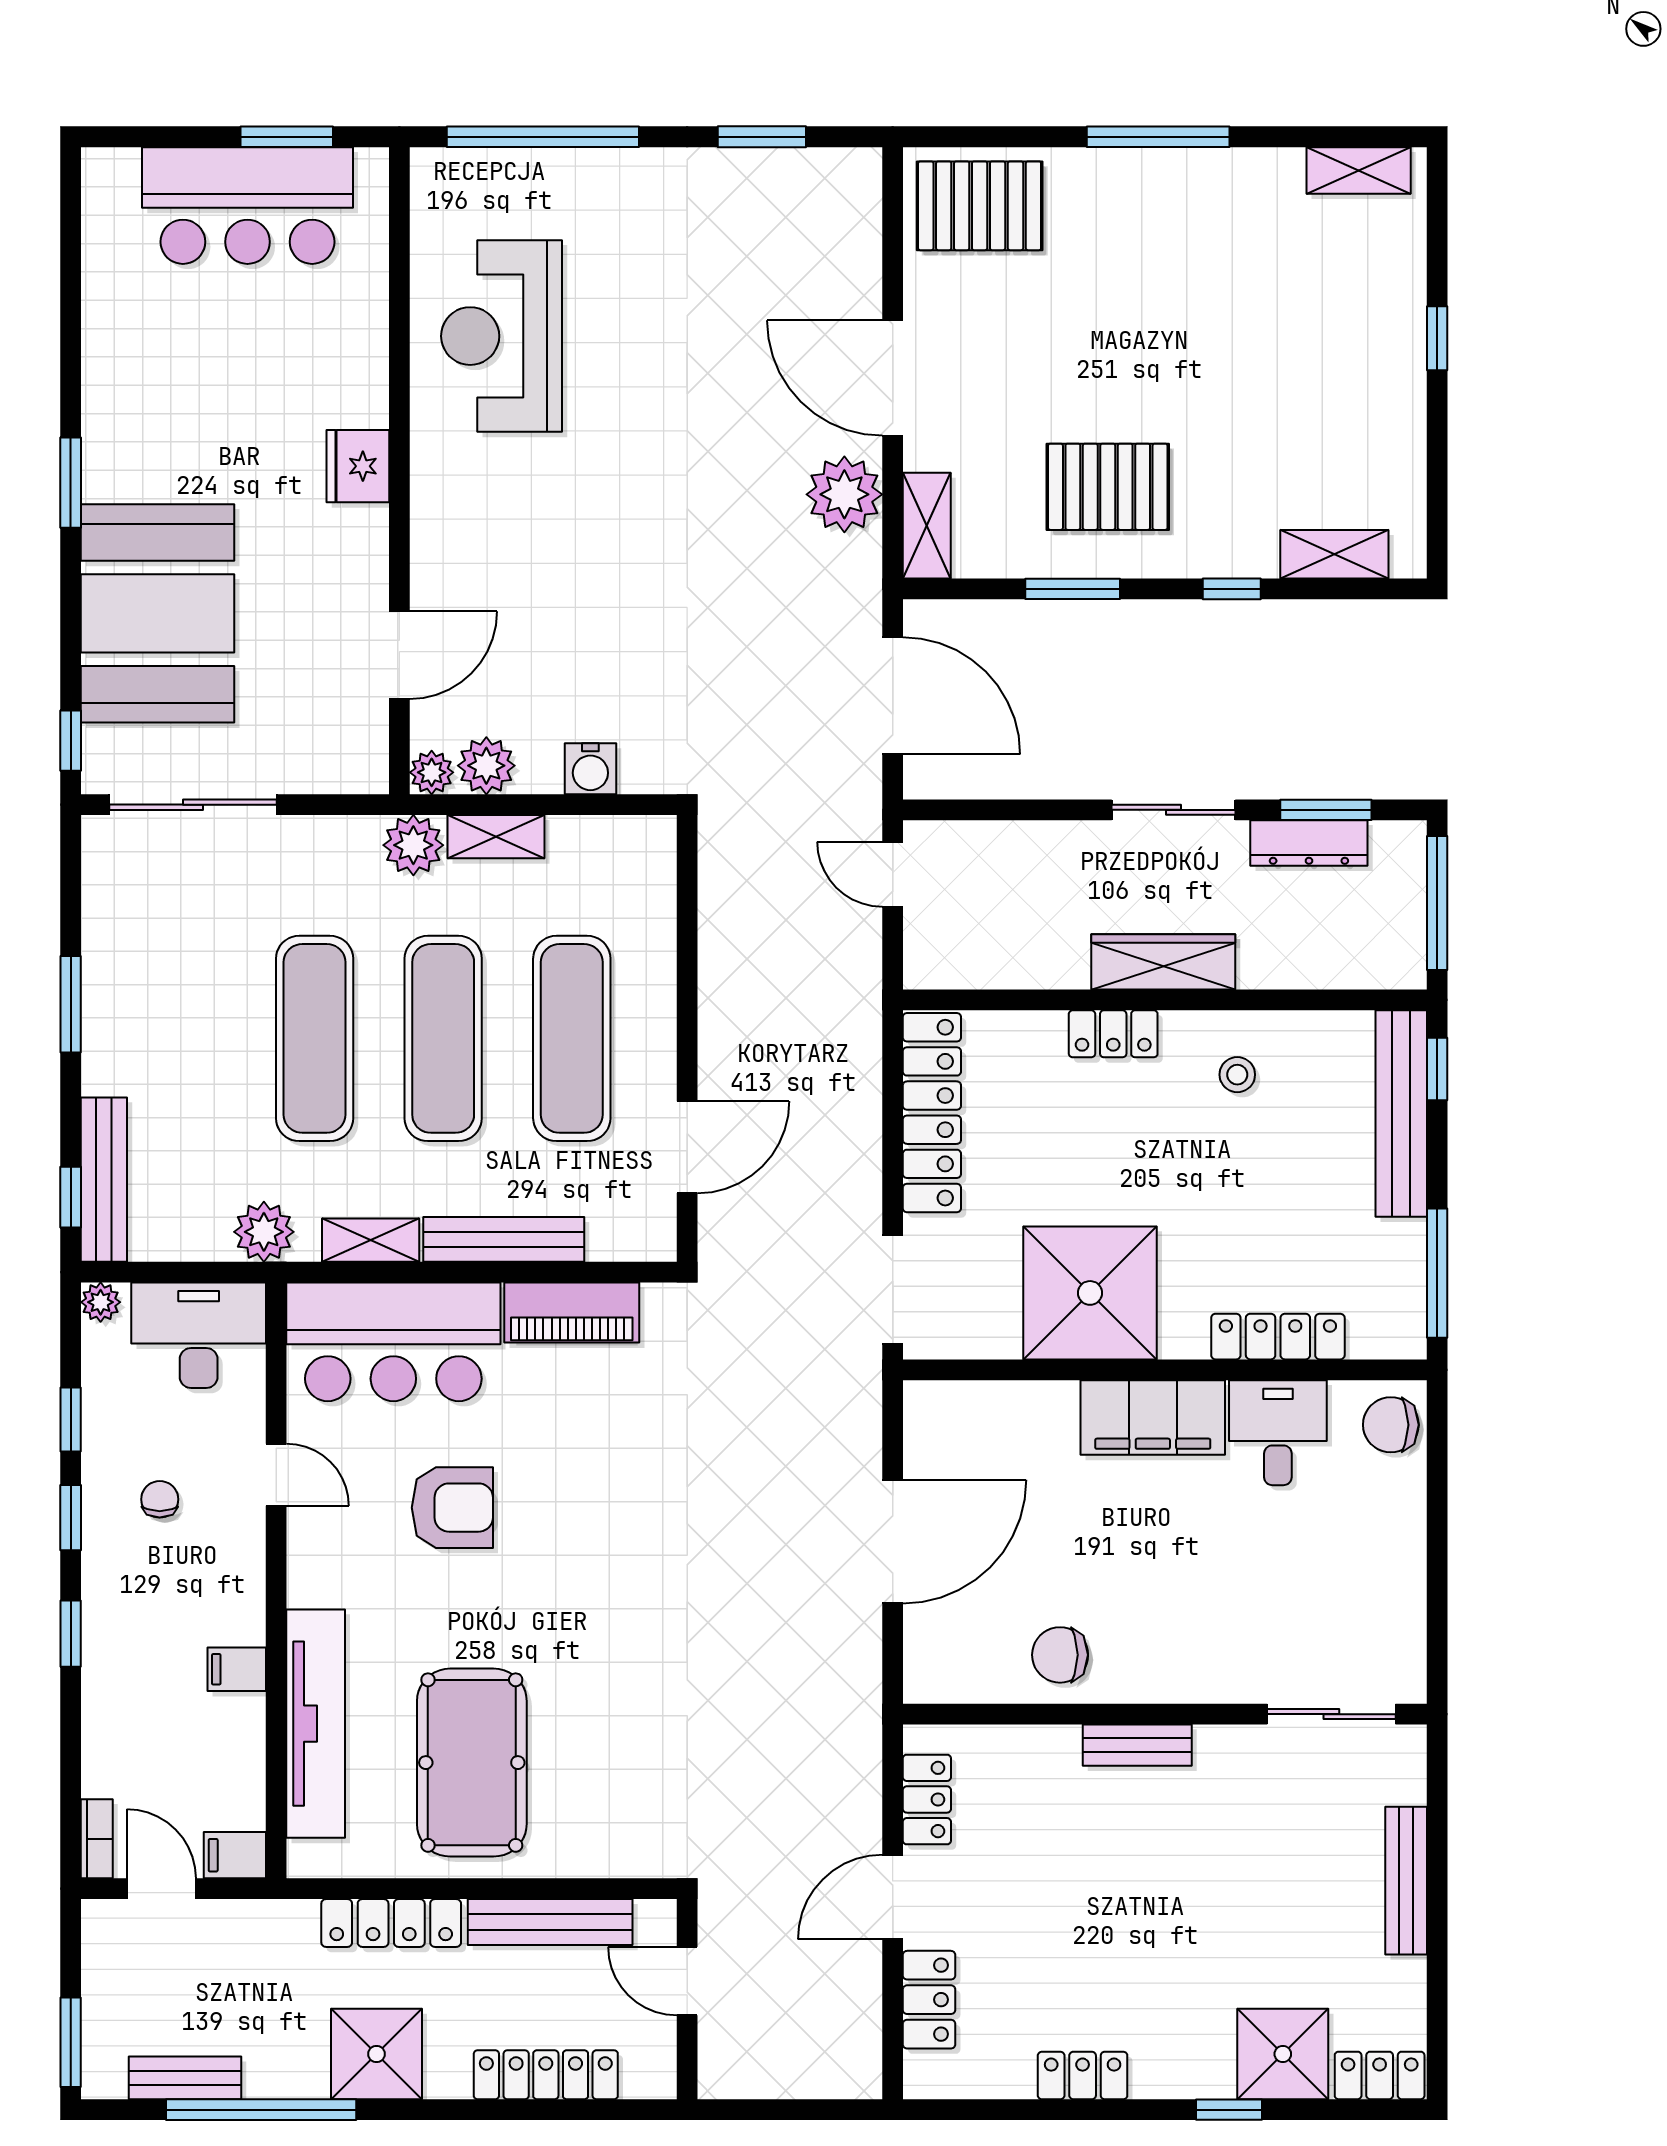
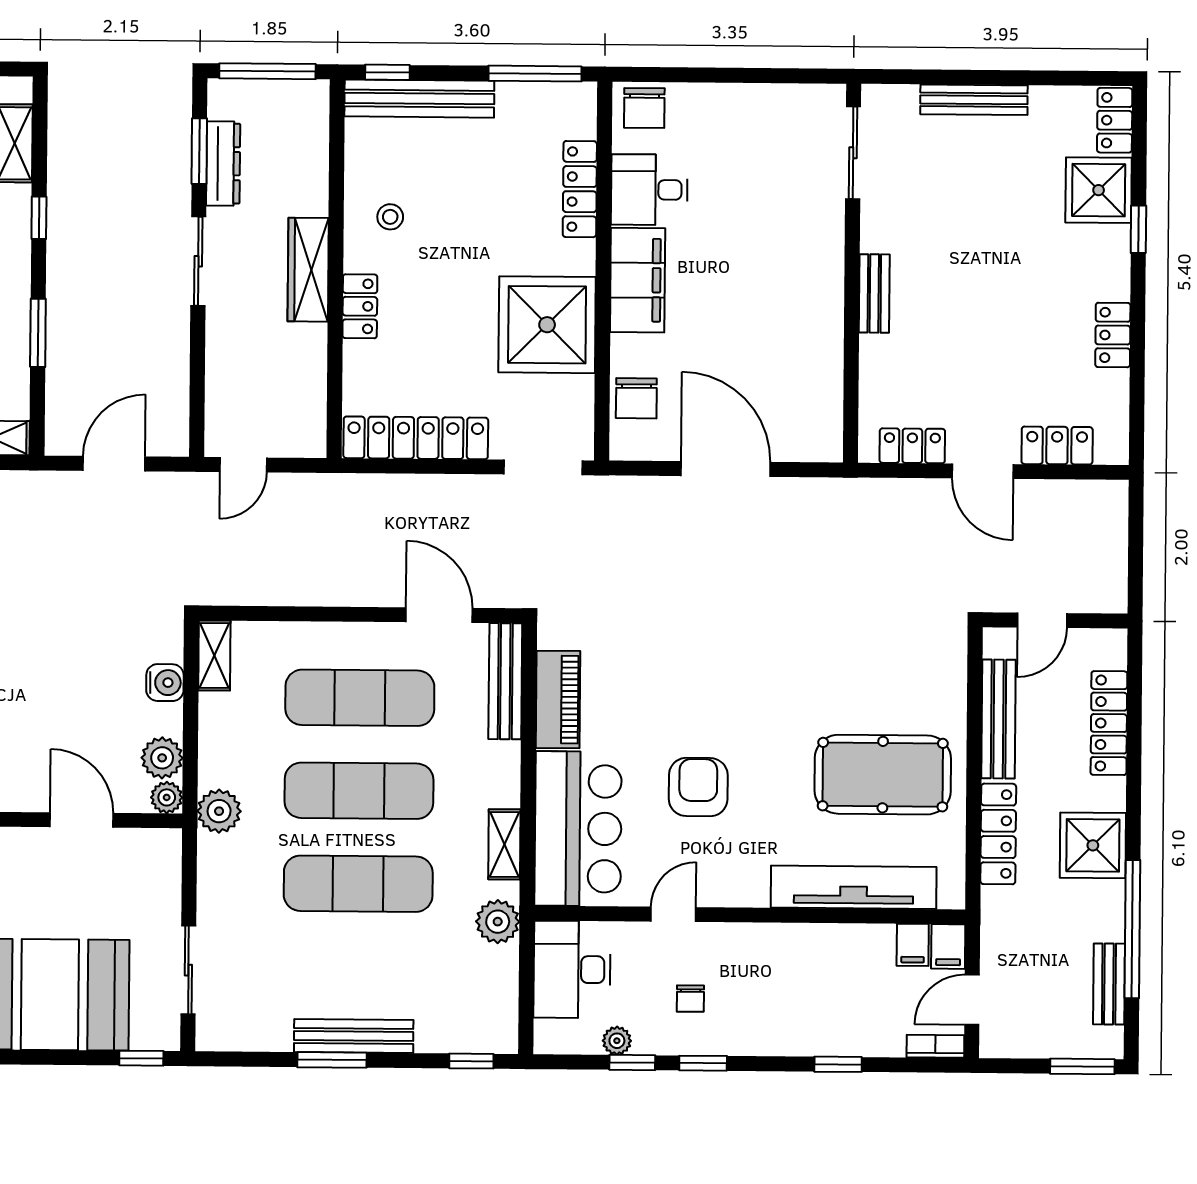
door: (893, 696) -> (114, 464), width x0.73
sliding door: (193, 805) -> (188, 970), width x0.73
shelving: (496, 837) -> (214, 656), moved
bench: (104, 1180) -> (354, 1036), moved
bench: (504, 1239) -> (505, 681), moved
plant: (101, 1302) -> (617, 1041), moved
chair: (160, 1499) -> (690, 999), turned -90
window: (71, 1634) -> (838, 1064), moved
chair: (1060, 1655) -> (636, 398), moved
filing cabinet: (237, 1669) -> (913, 945), moved

